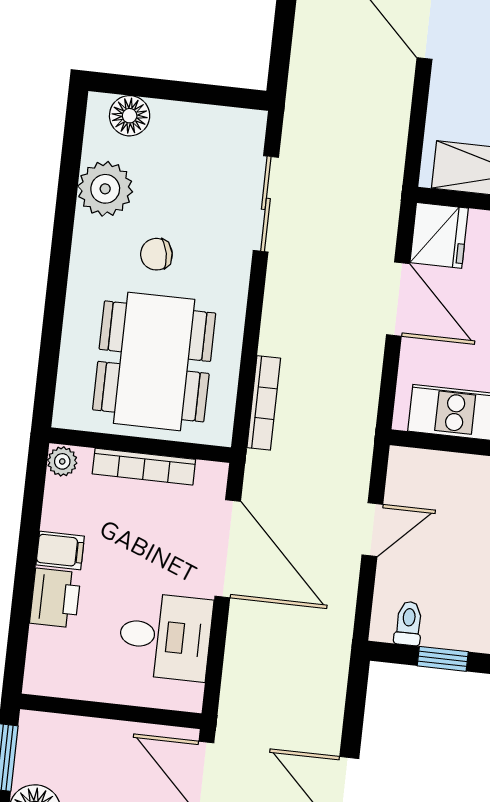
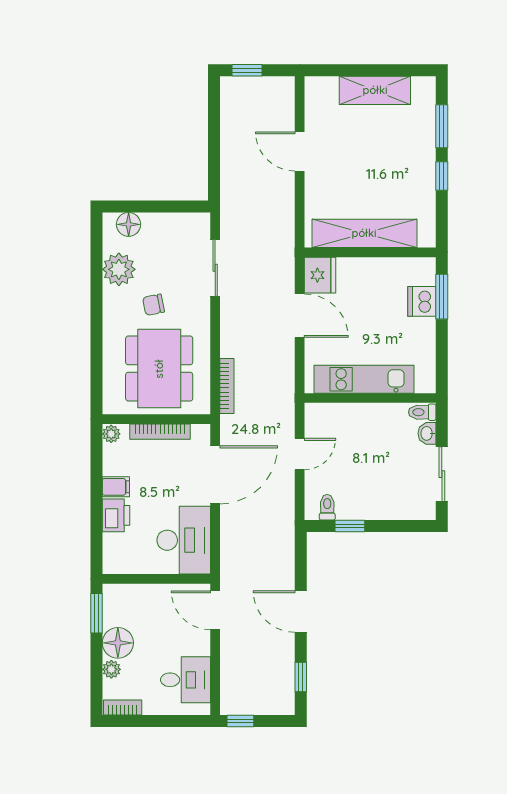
door: (228, 549) -> (215, 475), hinge flipped
desk: (165, 637) -> (184, 540), width x1.37

